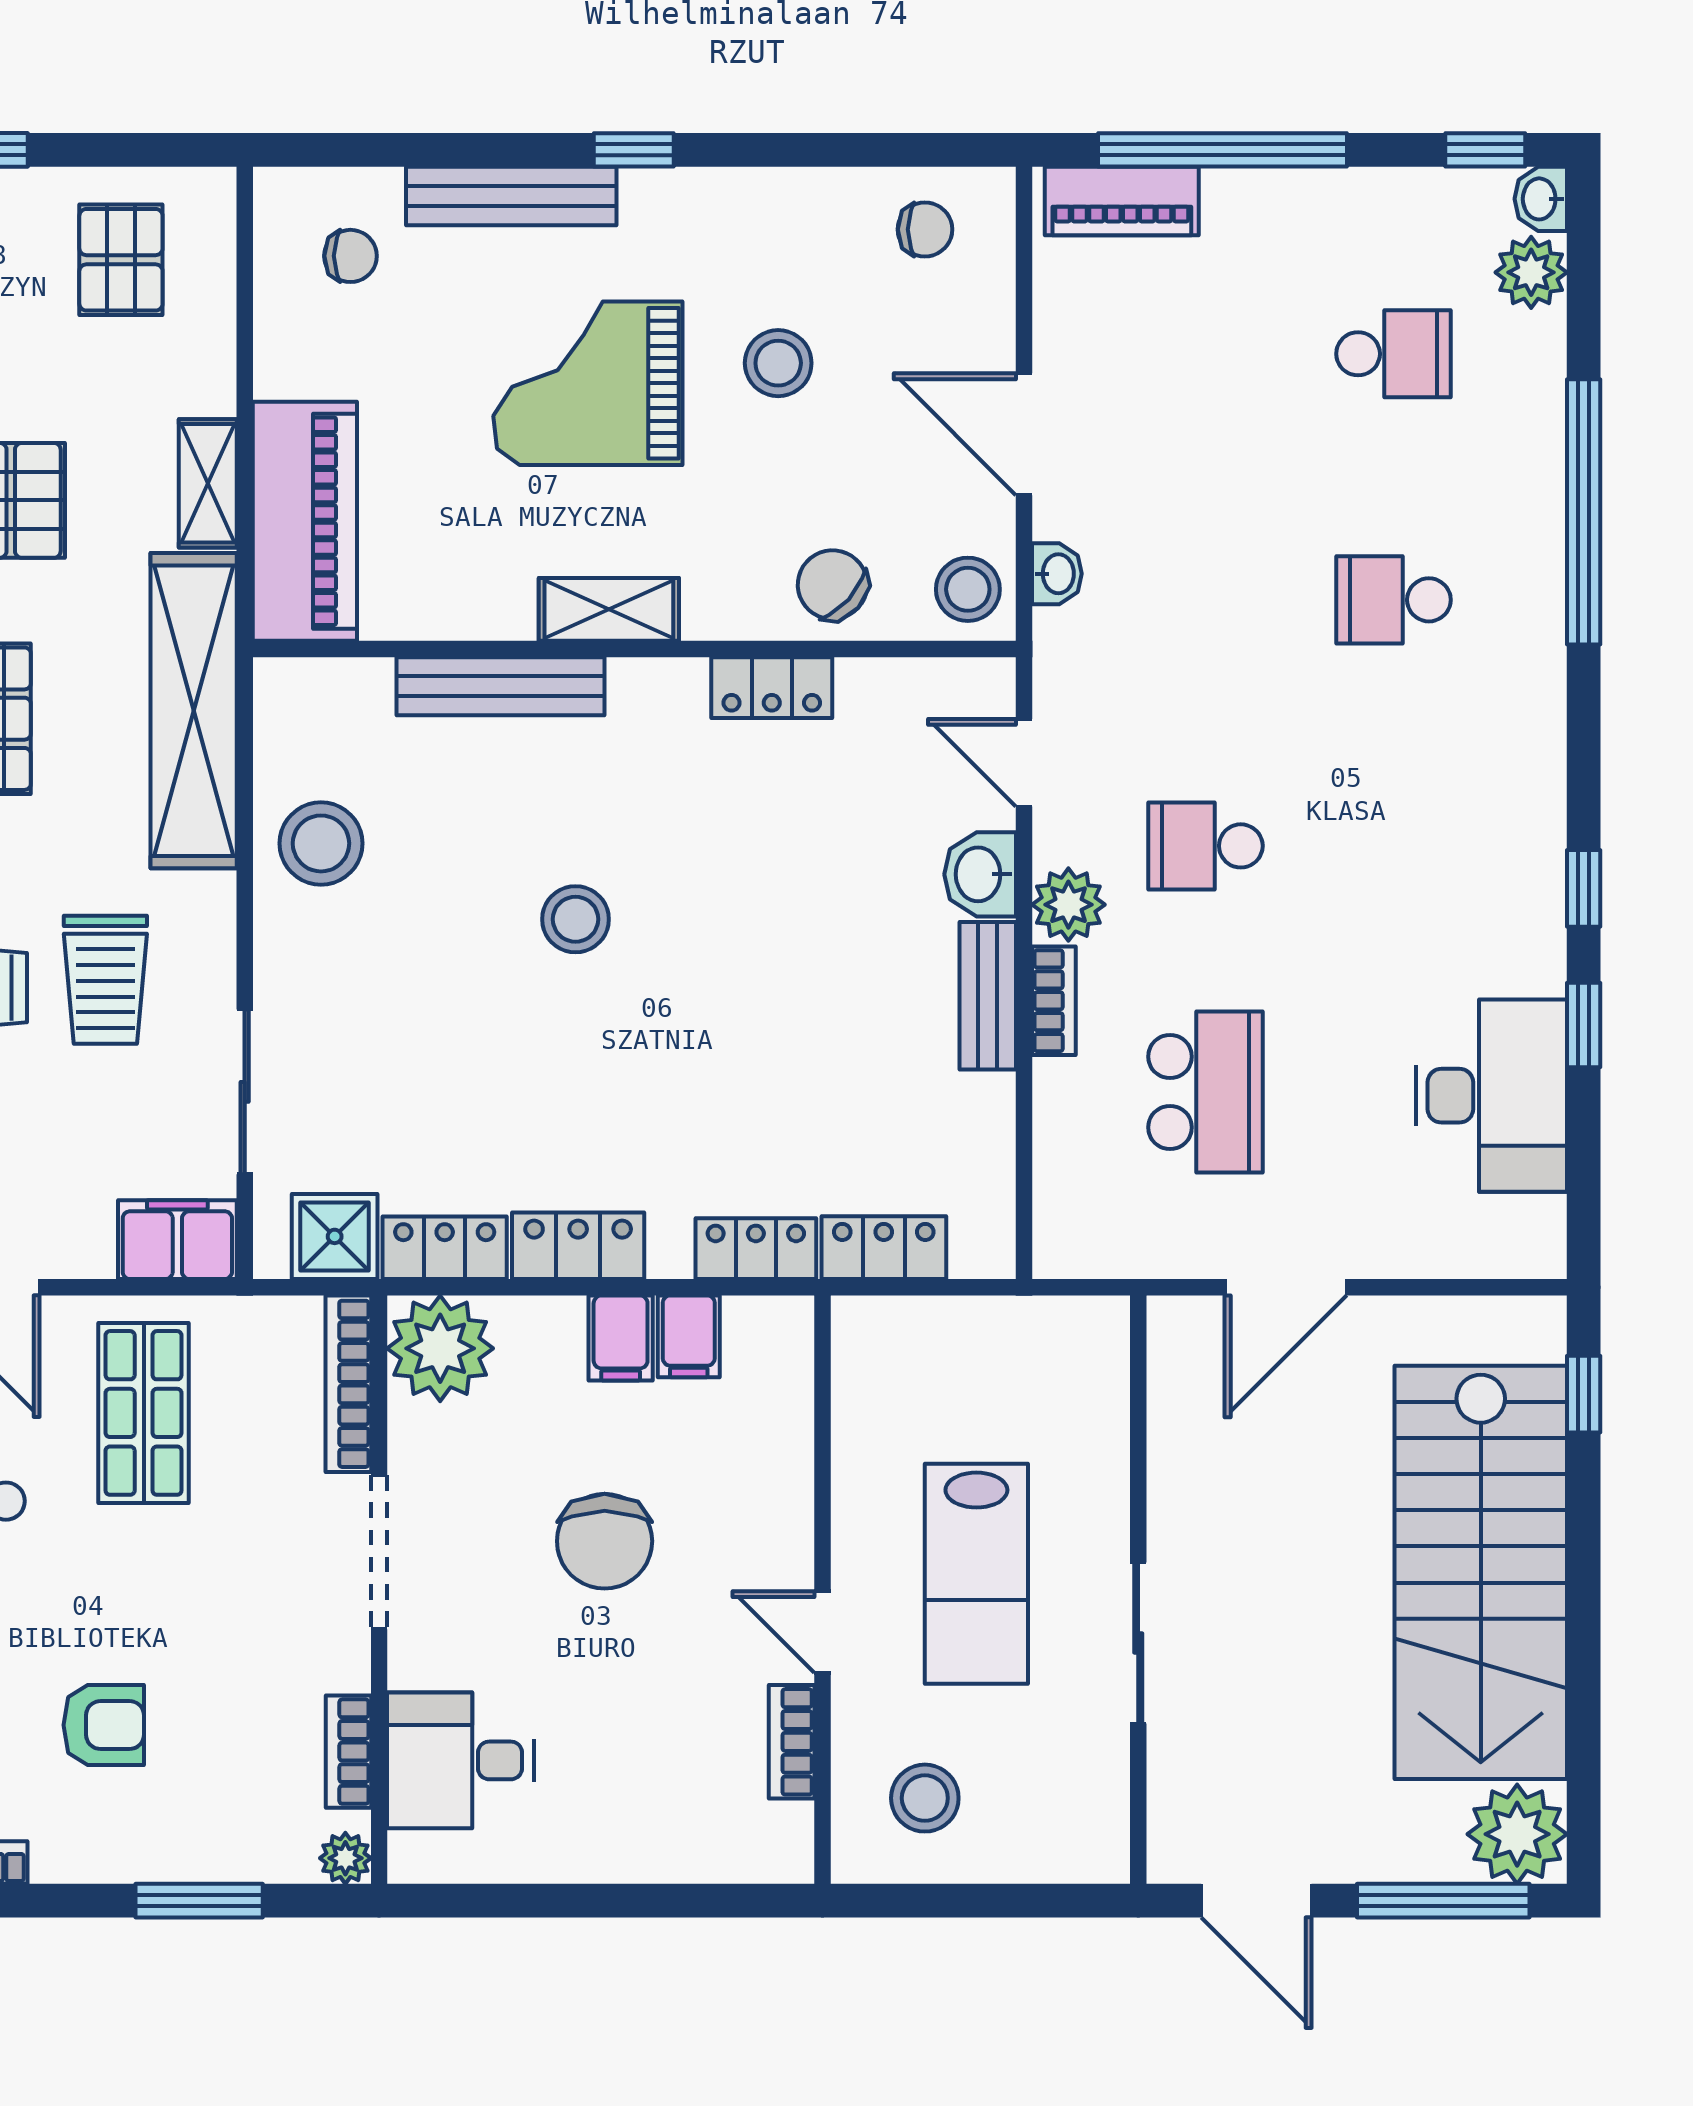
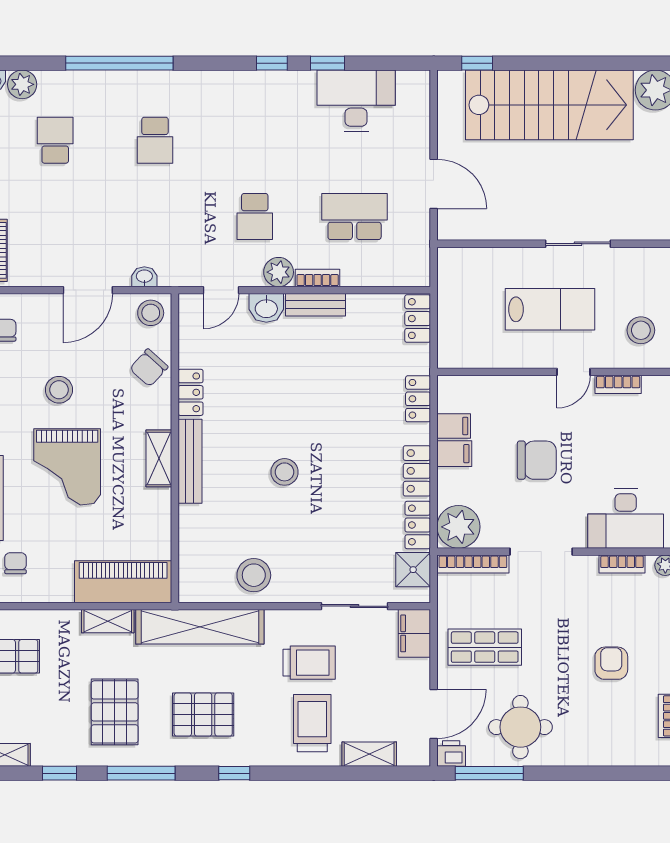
bench: (501, 686) -> (190, 461), moved
locker: (884, 1248) -> (418, 319), moved
desk: (460, 1760) -> (626, 519), width x1.37

